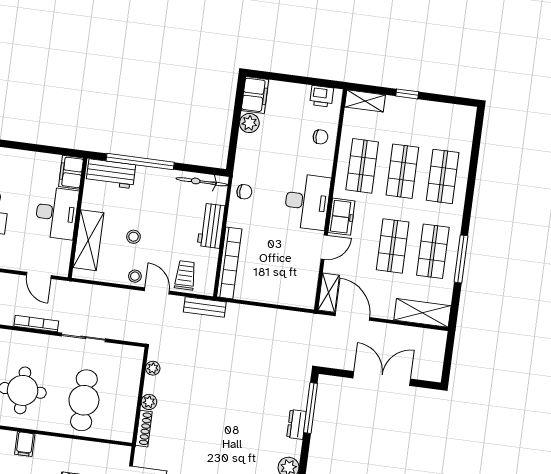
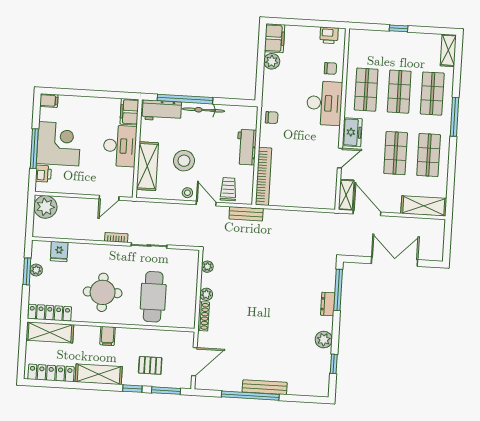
shelving: (365, 101) -> (448, 50), moved, turned 90
bicycle: (202, 182) -> (204, 110), moved
desk: (307, 202) -> (324, 103), moved
stool: (134, 237) -> (184, 161), width x1.89, depth x1.89
window: (461, 259) -> (455, 117), moved
door: (39, 275) -> (109, 198), hinge flipped
bookcase: (36, 324) -> (116, 237), width x0.64

